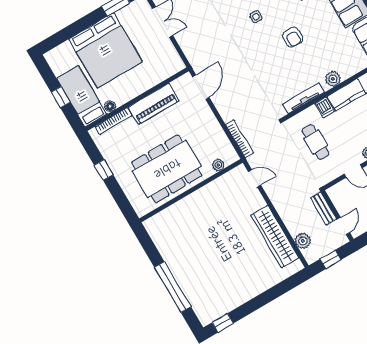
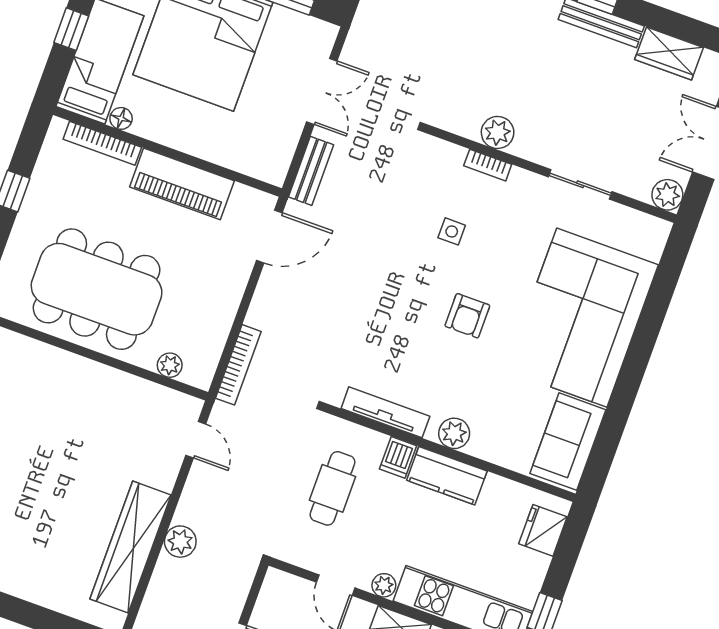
bench: (323, 208) -> (311, 171), moved
plant: (303, 241) -> (180, 542), moved

